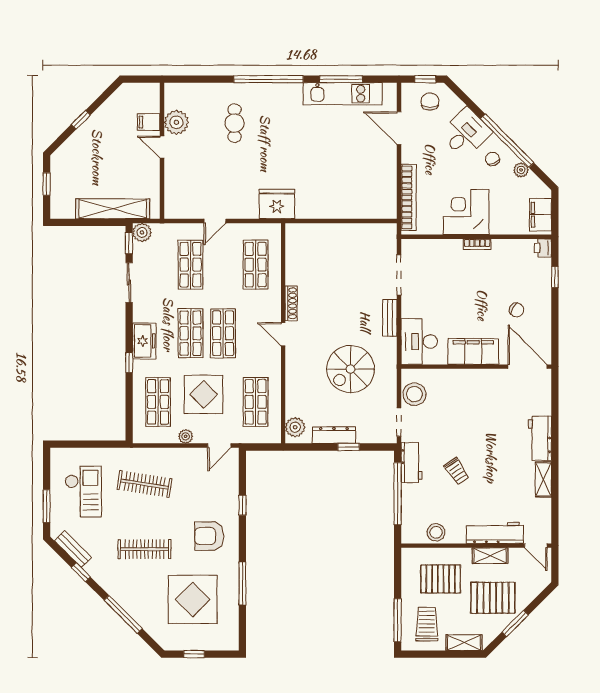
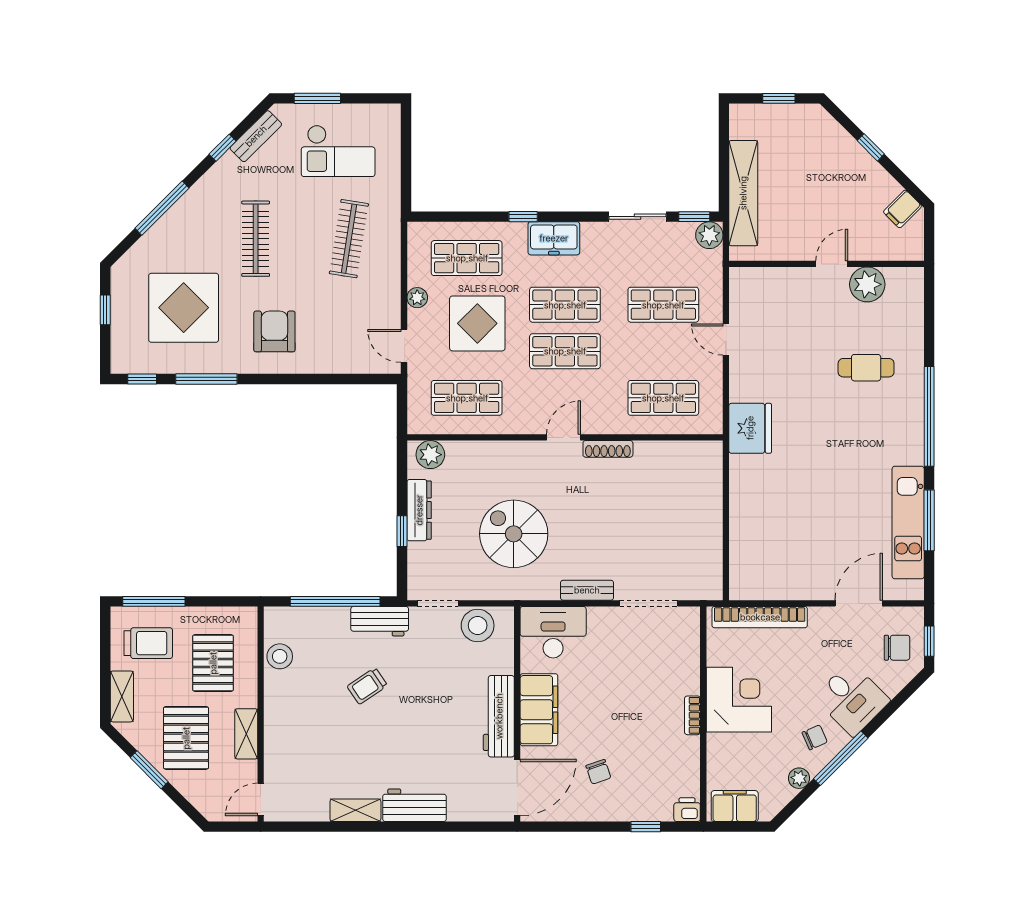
filing cabinet: (149, 122) -> (902, 209), moved, turned -135
window: (507, 141) -> (841, 758), width x0.68
chair: (517, 310) -> (598, 772), turned -49
window: (242, 505) -> (142, 379), moved
workbench: (495, 533) -> (499, 716), moved, turned 180

